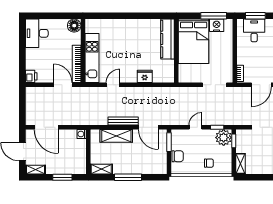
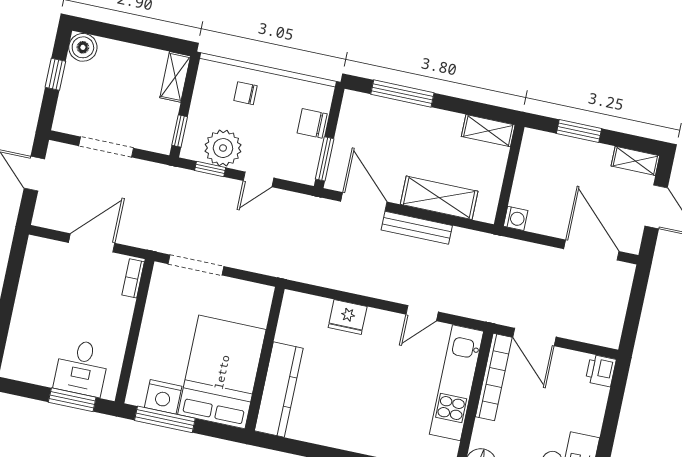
plant: (224, 138) -> (223, 148), moved
window: (128, 177) -> (402, 94), moved

